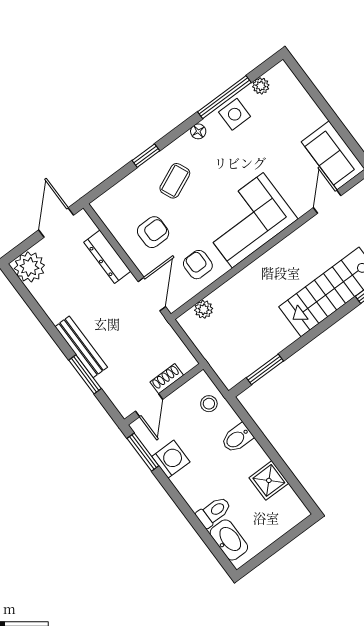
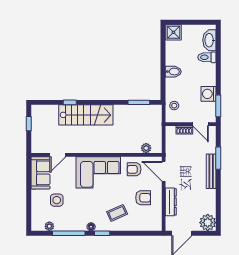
side table: (235, 114) -> (57, 200), moved
window: (146, 156) -> (102, 233), moved
armchair: (153, 232) -> (143, 198), turned 180
armchair: (198, 265) -> (134, 169), turned 90
door: (152, 294) -> (164, 171), hinge flipped
door: (149, 405) -> (201, 124), swing flipped
bidet: (237, 438) -> (173, 72), moved
shower: (269, 480) -> (173, 32), moved

